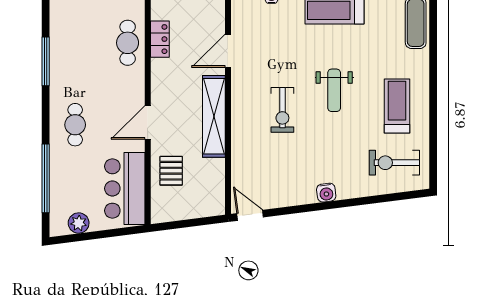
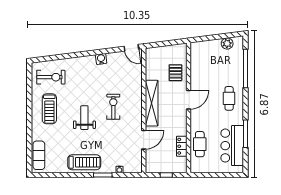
bar counter: (125, 188) -> (232, 146), moved, turned 180
water cooler: (326, 193) -> (101, 59), moved

